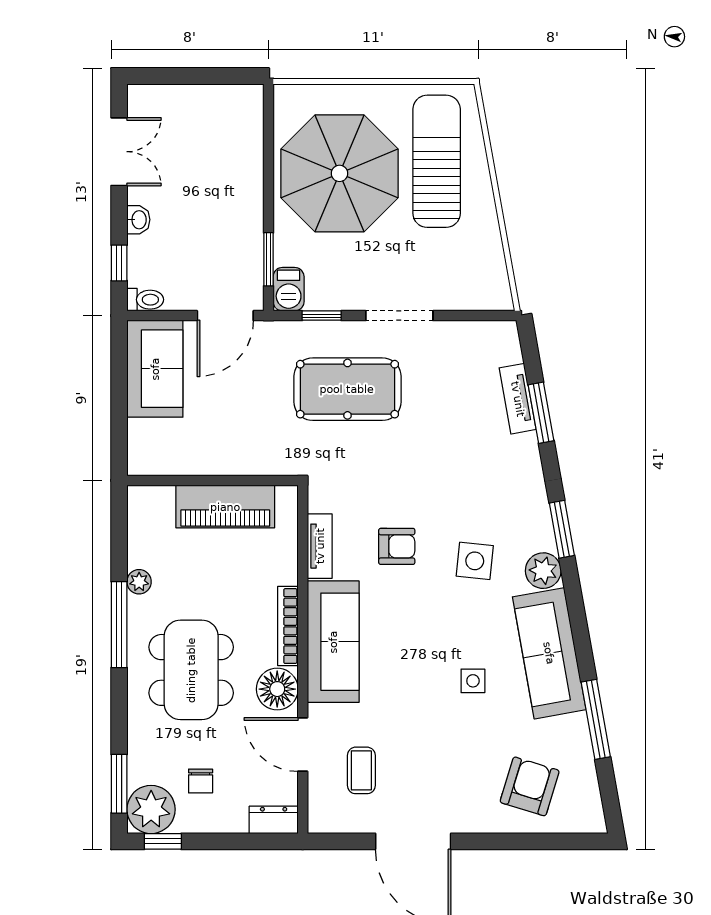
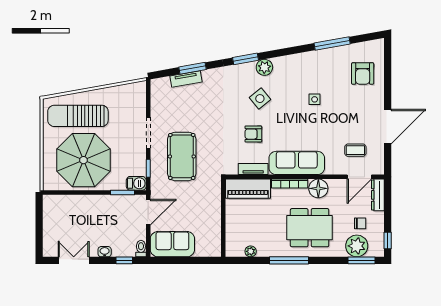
door: (225, 316) -> (148, 212), hinge flipped
piano: (225, 507) -> (248, 189), moved, turned 90
armchair: (397, 546) -> (253, 134), turned -90
side table: (475, 561) -> (260, 99), turned 45
plant: (139, 582) -> (251, 251), moved
sofa: (549, 653) -> (302, 65), removed
door: (303, 745) -> (359, 177), moved
armchair: (530, 786) -> (363, 74), turned -107
plant: (151, 809) -> (357, 246), moved
dresser: (274, 820) -> (378, 195), width x1.44

